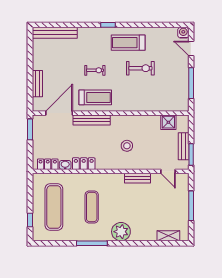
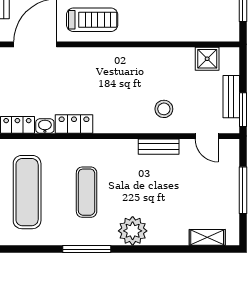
bench: (92, 120) -> (87, 55), removed
stool: (127, 146) -> (164, 109), moved

